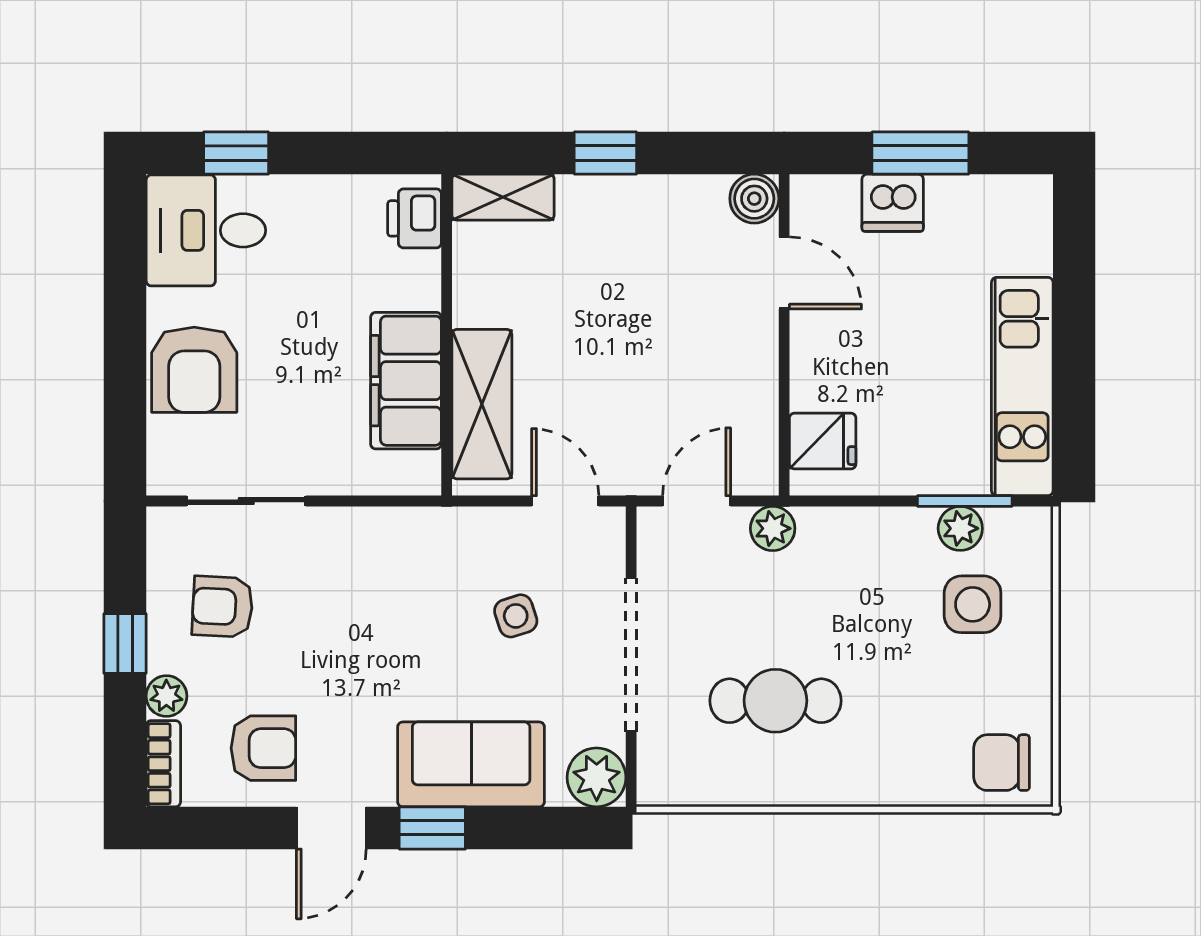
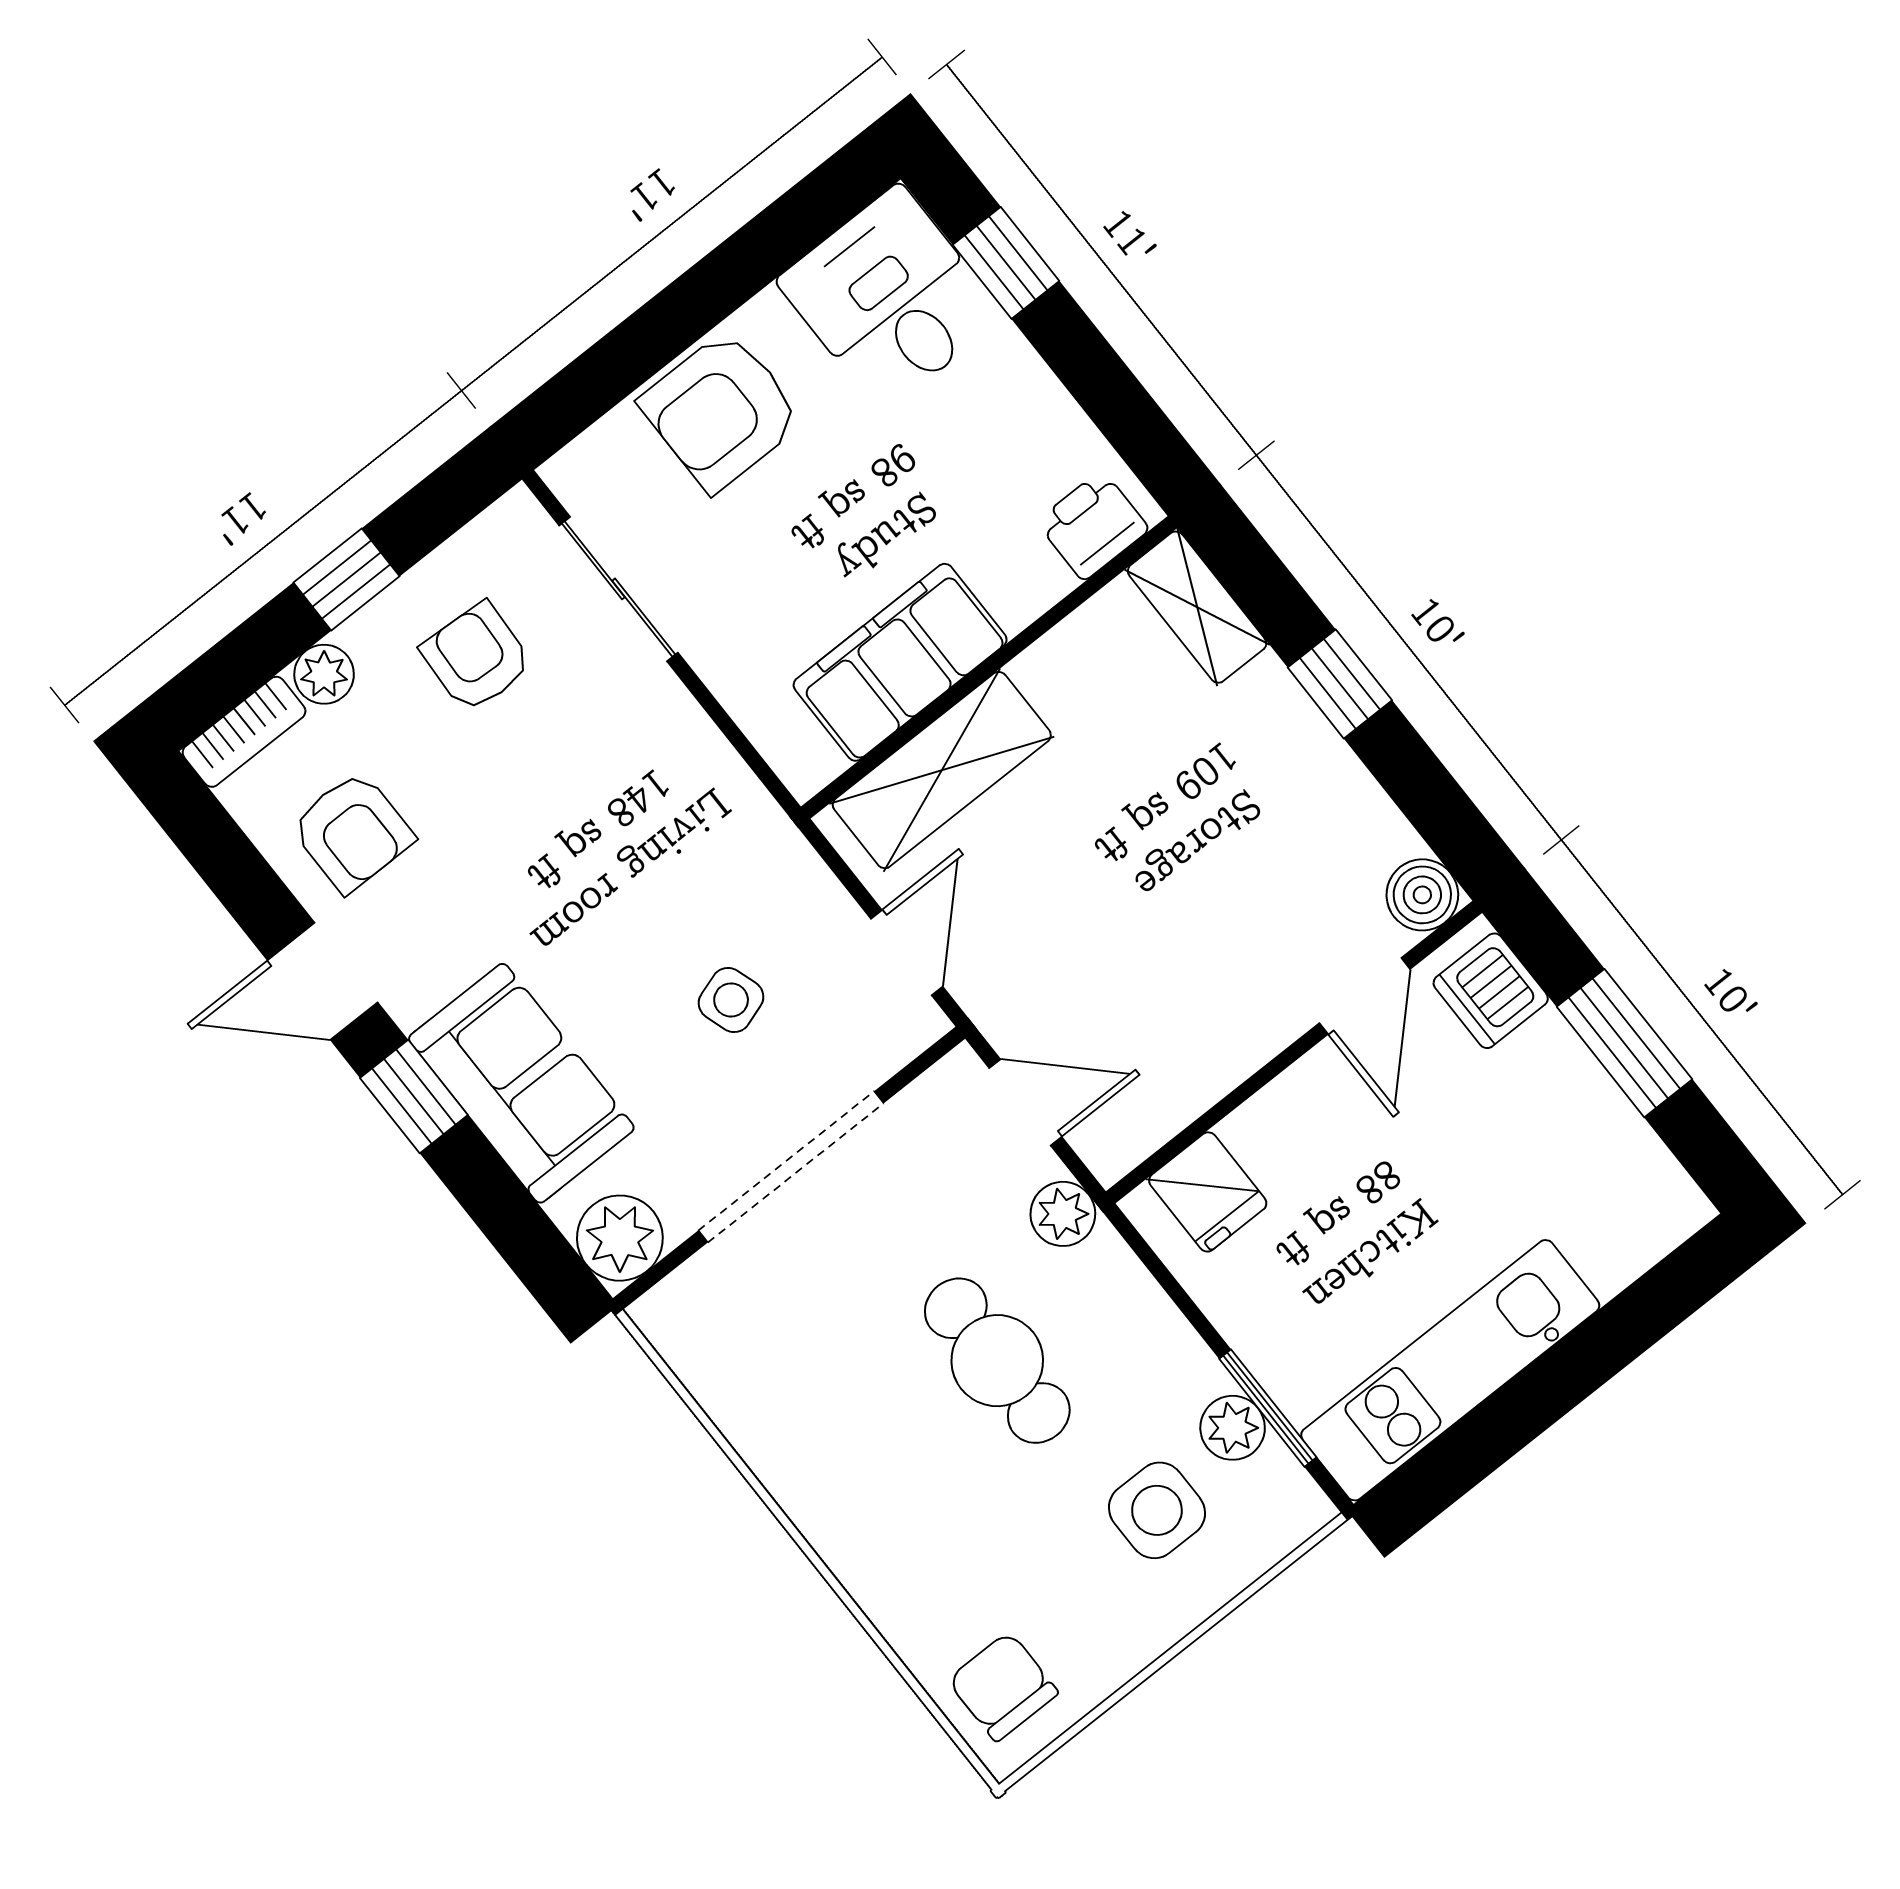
dishwasher: (893, 203) -> (1491, 991), moved
cafe table: (775, 701) -> (997, 1361), moved

